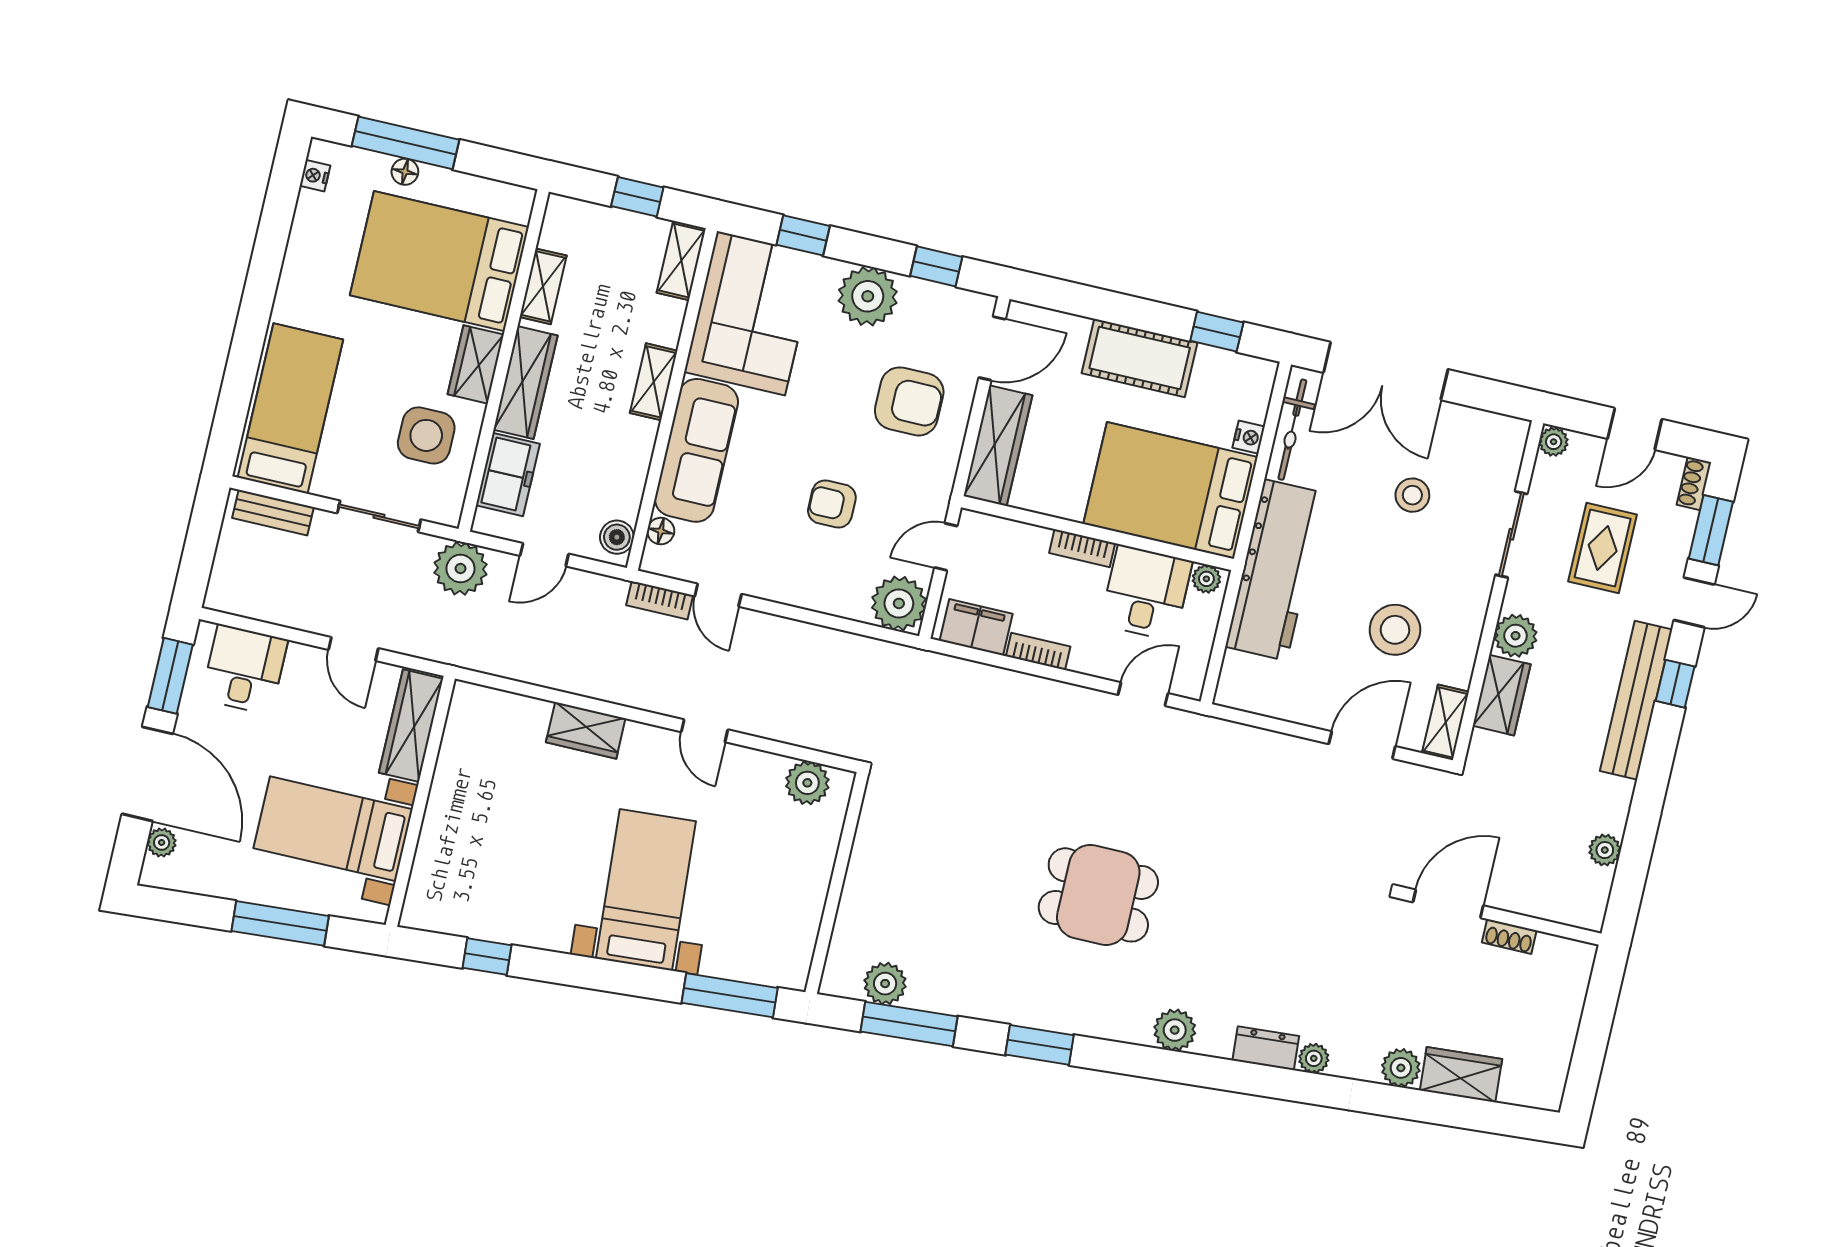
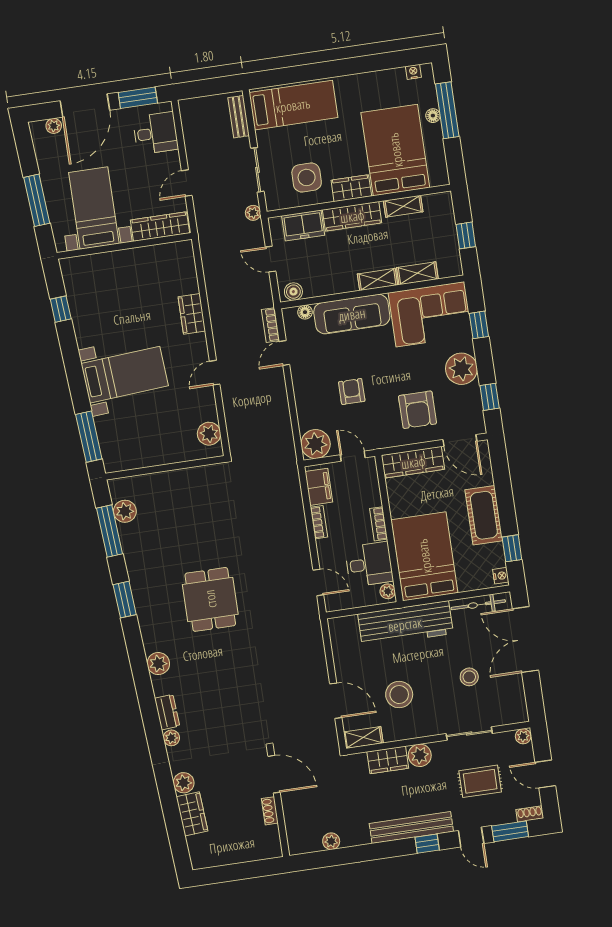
shelving: (681, 261) -> (417, 273), moved
nightstand: (1249, 437) -> (501, 576), moved, turned -90
plant: (460, 568) -> (253, 213), width x0.53, depth x0.53

